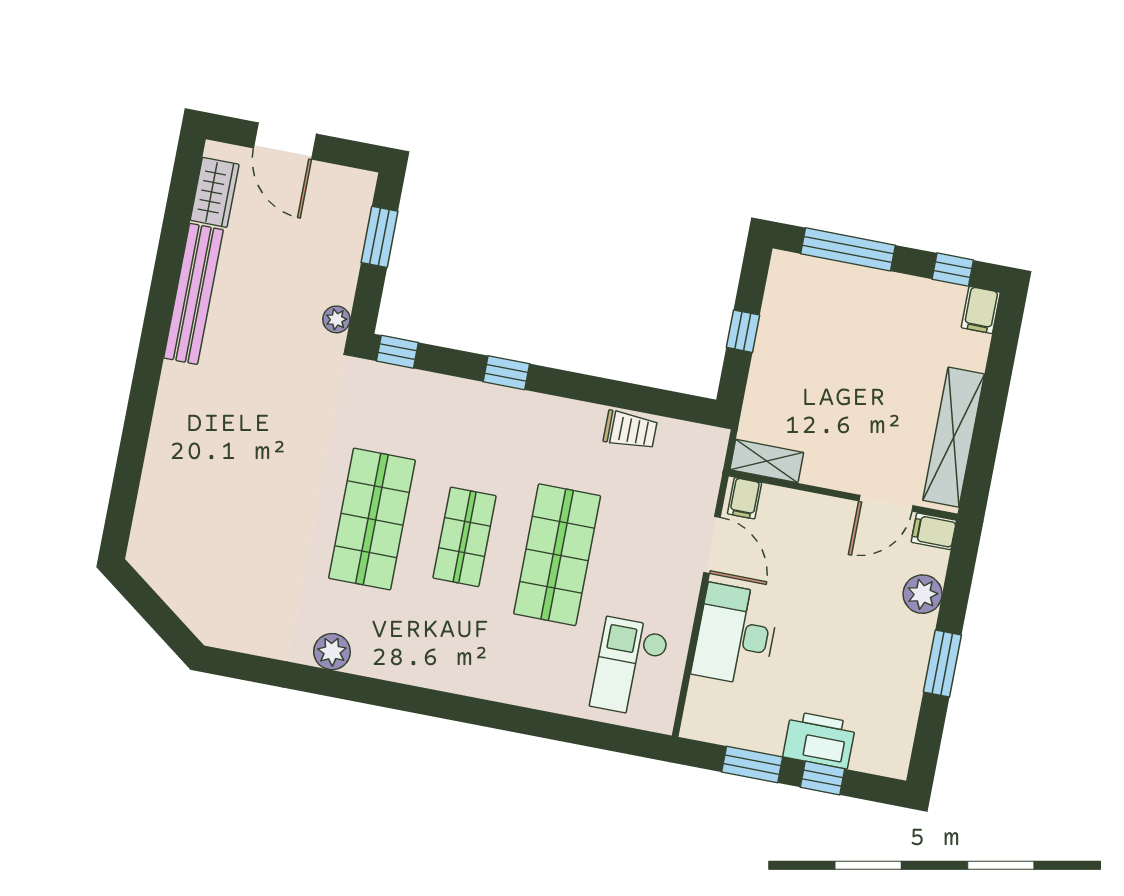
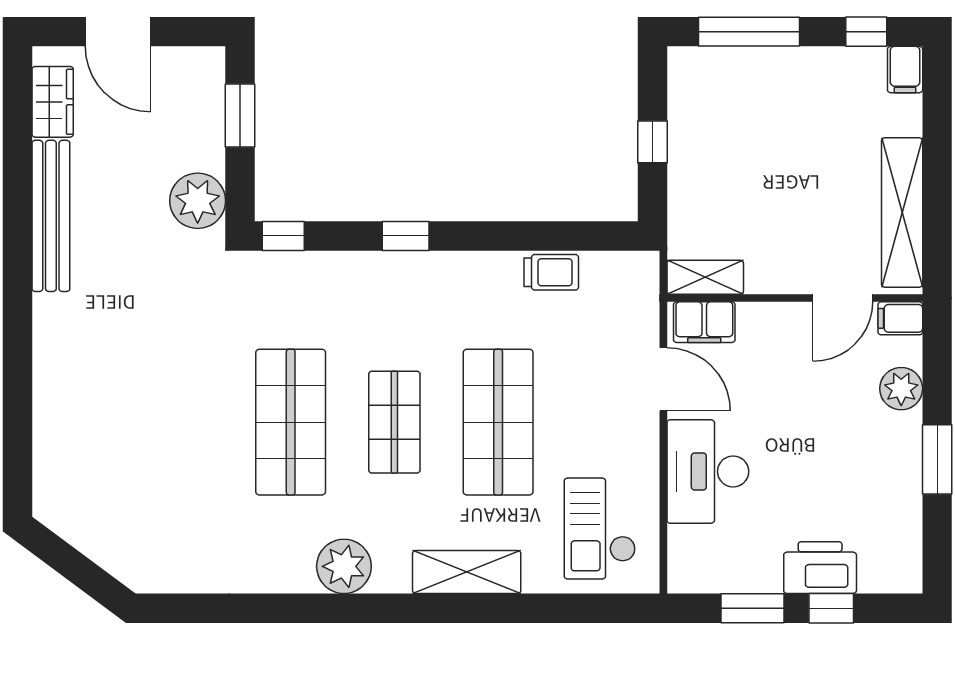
plant: (336, 319) -> (198, 201), width x1.88, depth x1.88
filing cabinet: (745, 498) -> (704, 322), width x2.00
plant: (332, 652) -> (344, 566), moved, width x1.36, depth x1.36
shelving: (503, 683) -> (467, 572), added

